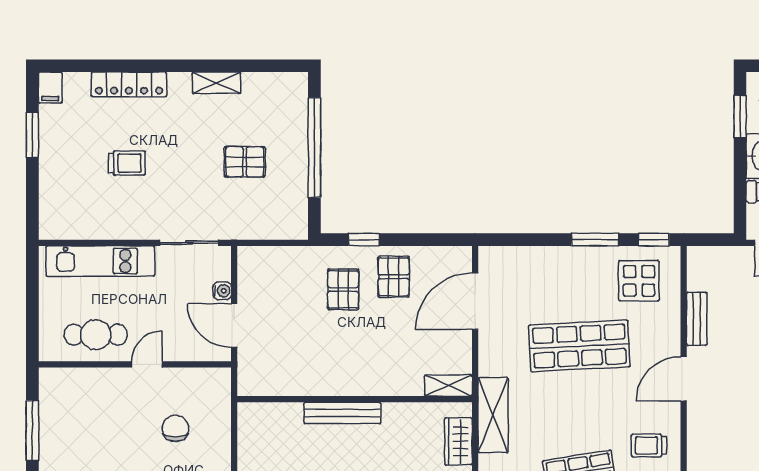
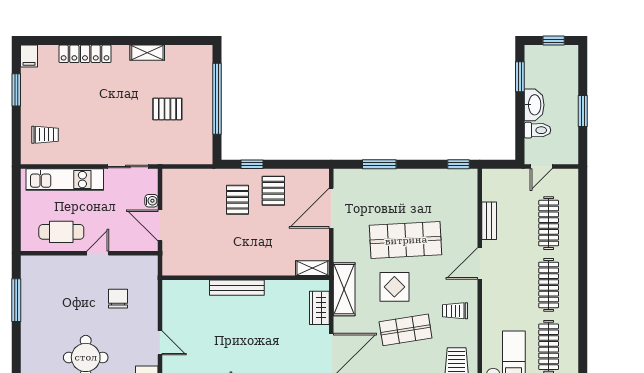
trolley: (127, 163) -> (45, 135), moved
window: (595, 240) -> (379, 164), moved
display table: (639, 281) -> (394, 287), moved

